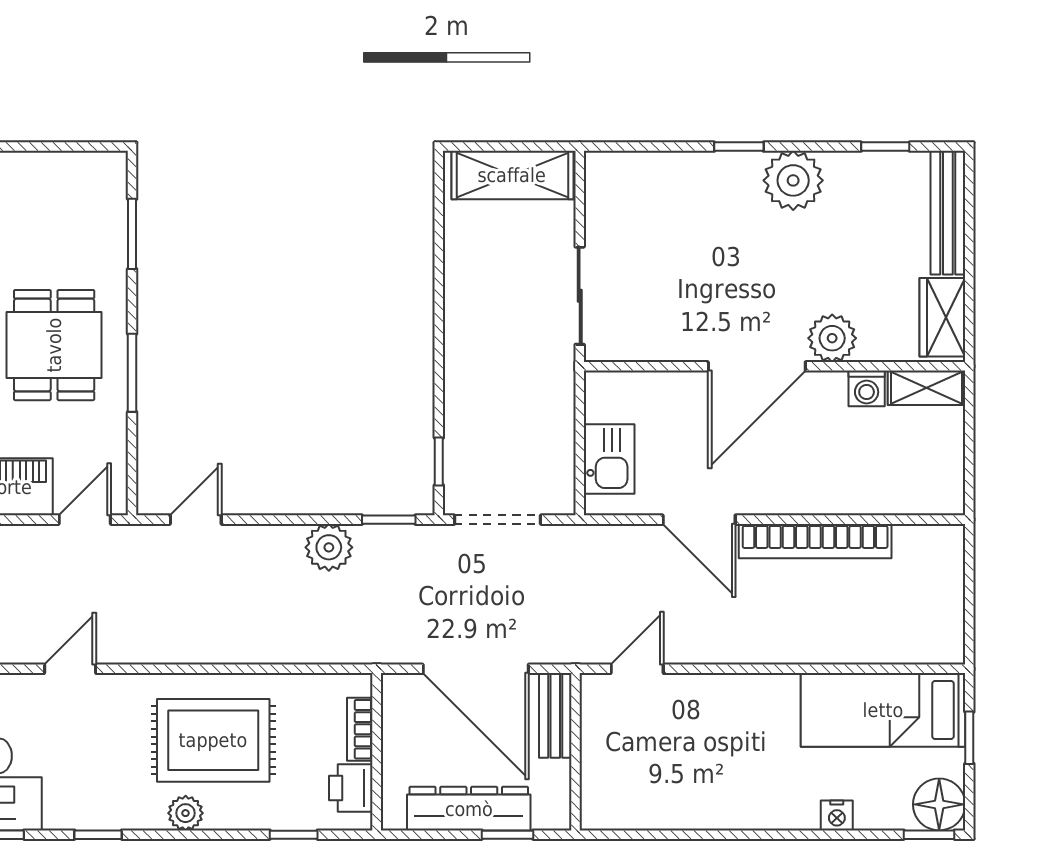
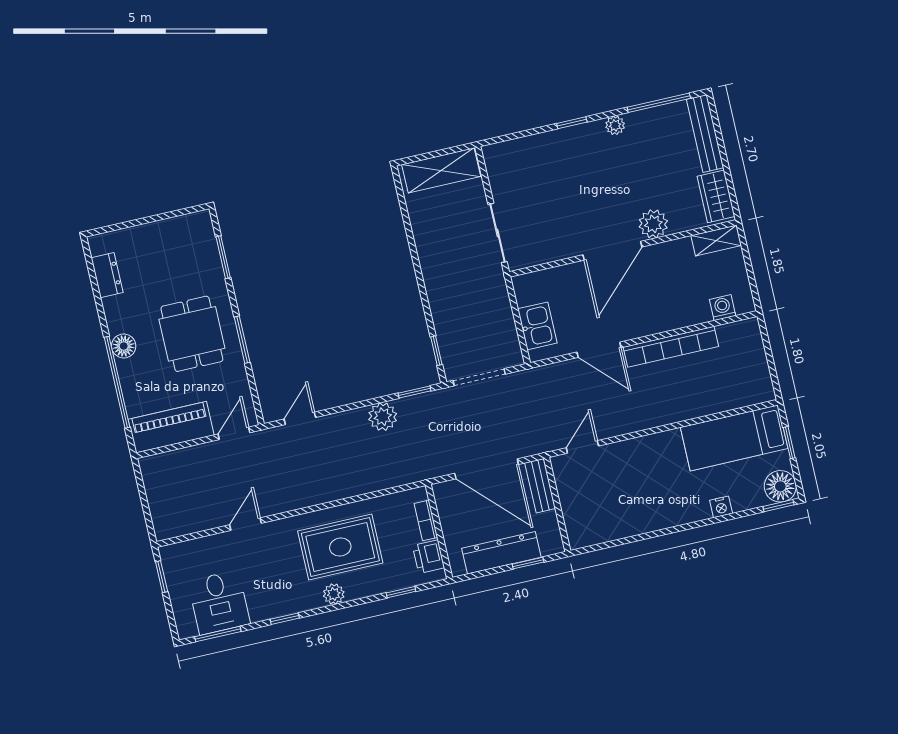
window: (885, 147) -> (659, 103), width x2.17
plant: (793, 180) -> (615, 125), width x0.53, depth x0.53
washing machine: (867, 388) -> (723, 308), moved, turned 180

